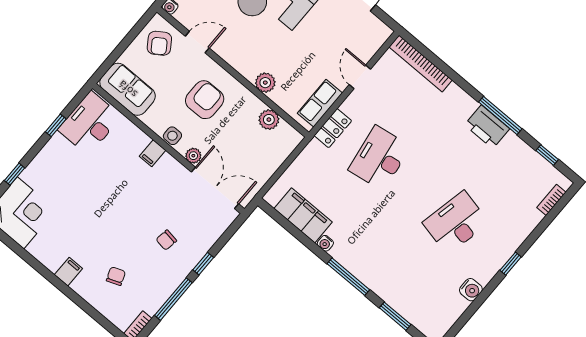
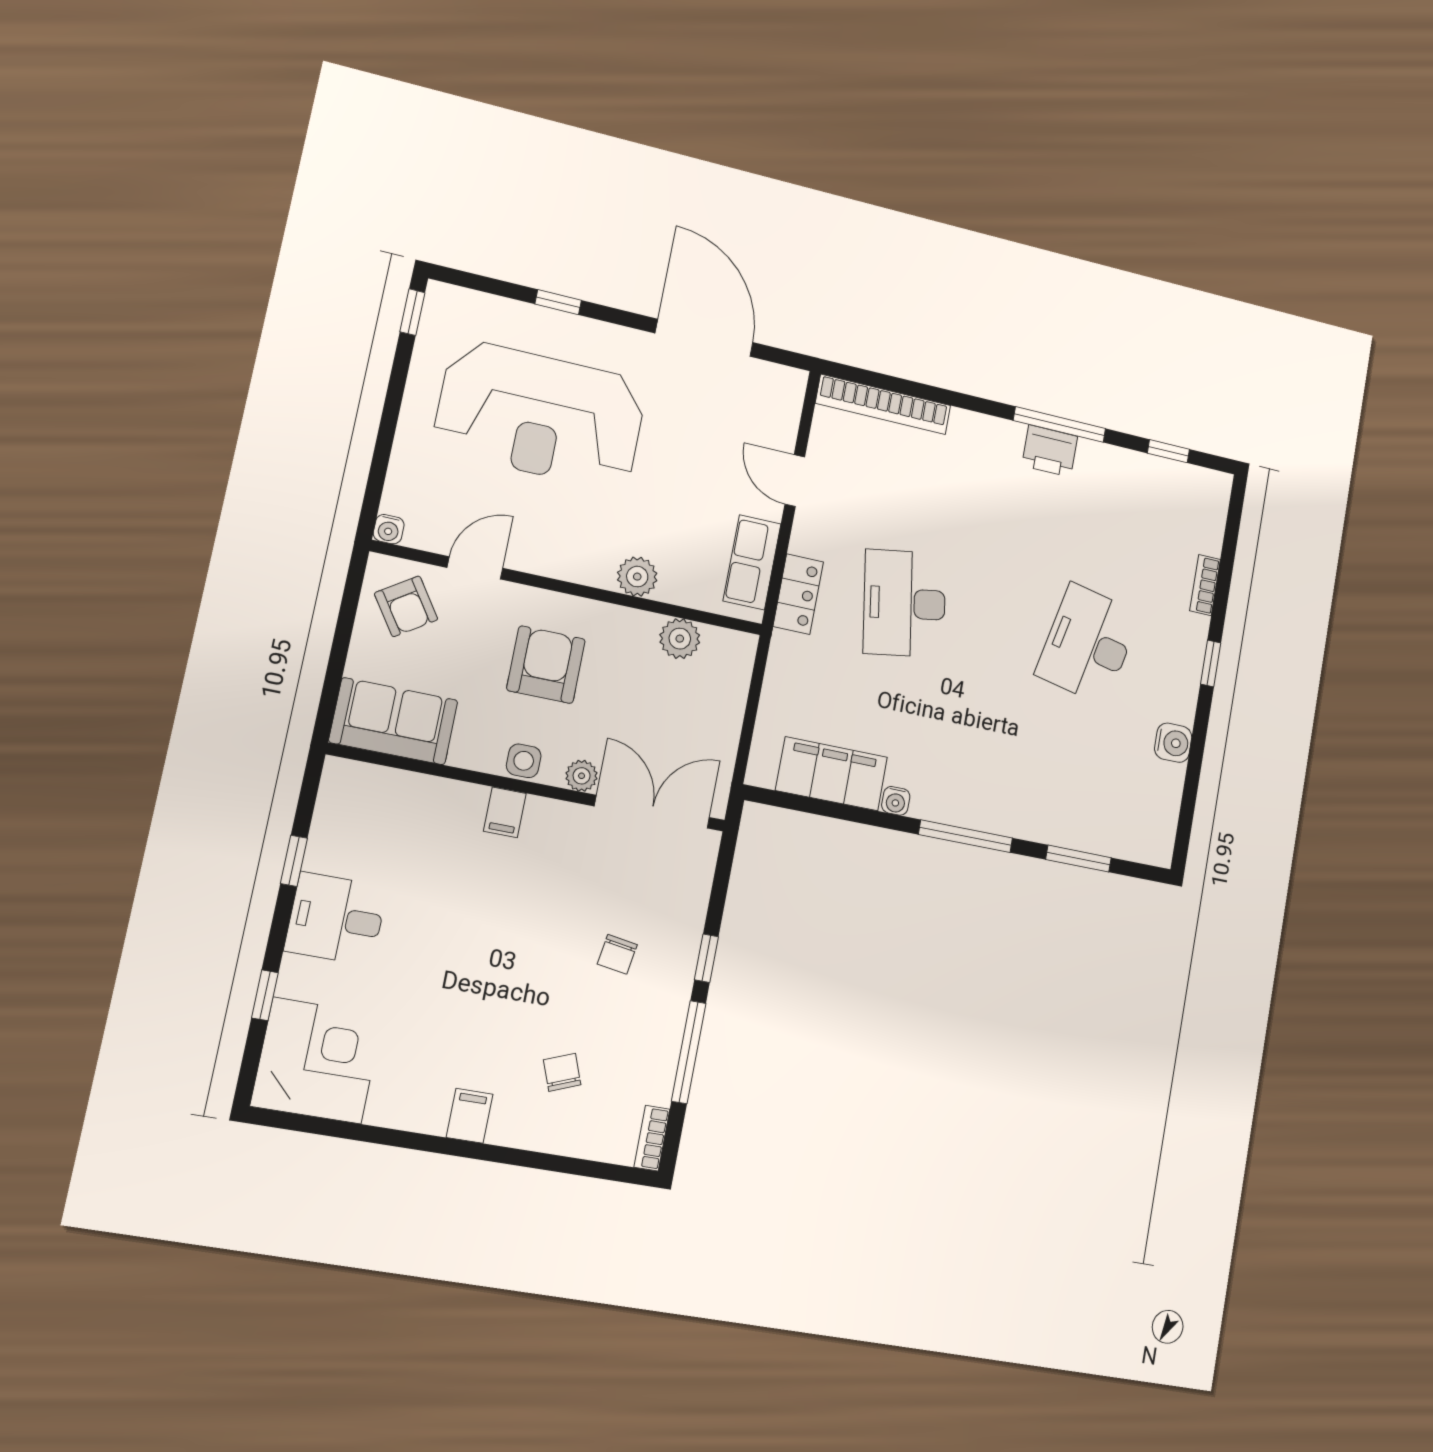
desk: (90, 123) -> (336, 919), moved, width x0.73
printer: (487, 127) -> (1050, 451), width x0.73, depth x0.84
bookcase: (551, 200) -> (1205, 585), moved

